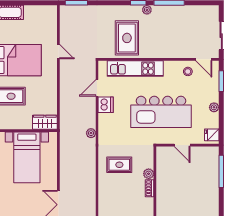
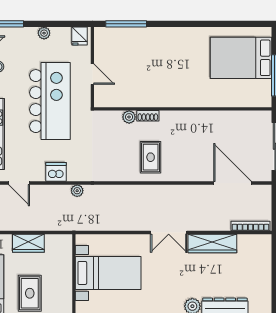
dishwasher: (106, 105) -> (56, 172), moved
wardrobe: (45, 122) -> (28, 243), moved, turned -90
door: (182, 145) -> (92, 74), hinge flipped
rug: (119, 165) -> (151, 157), moved

